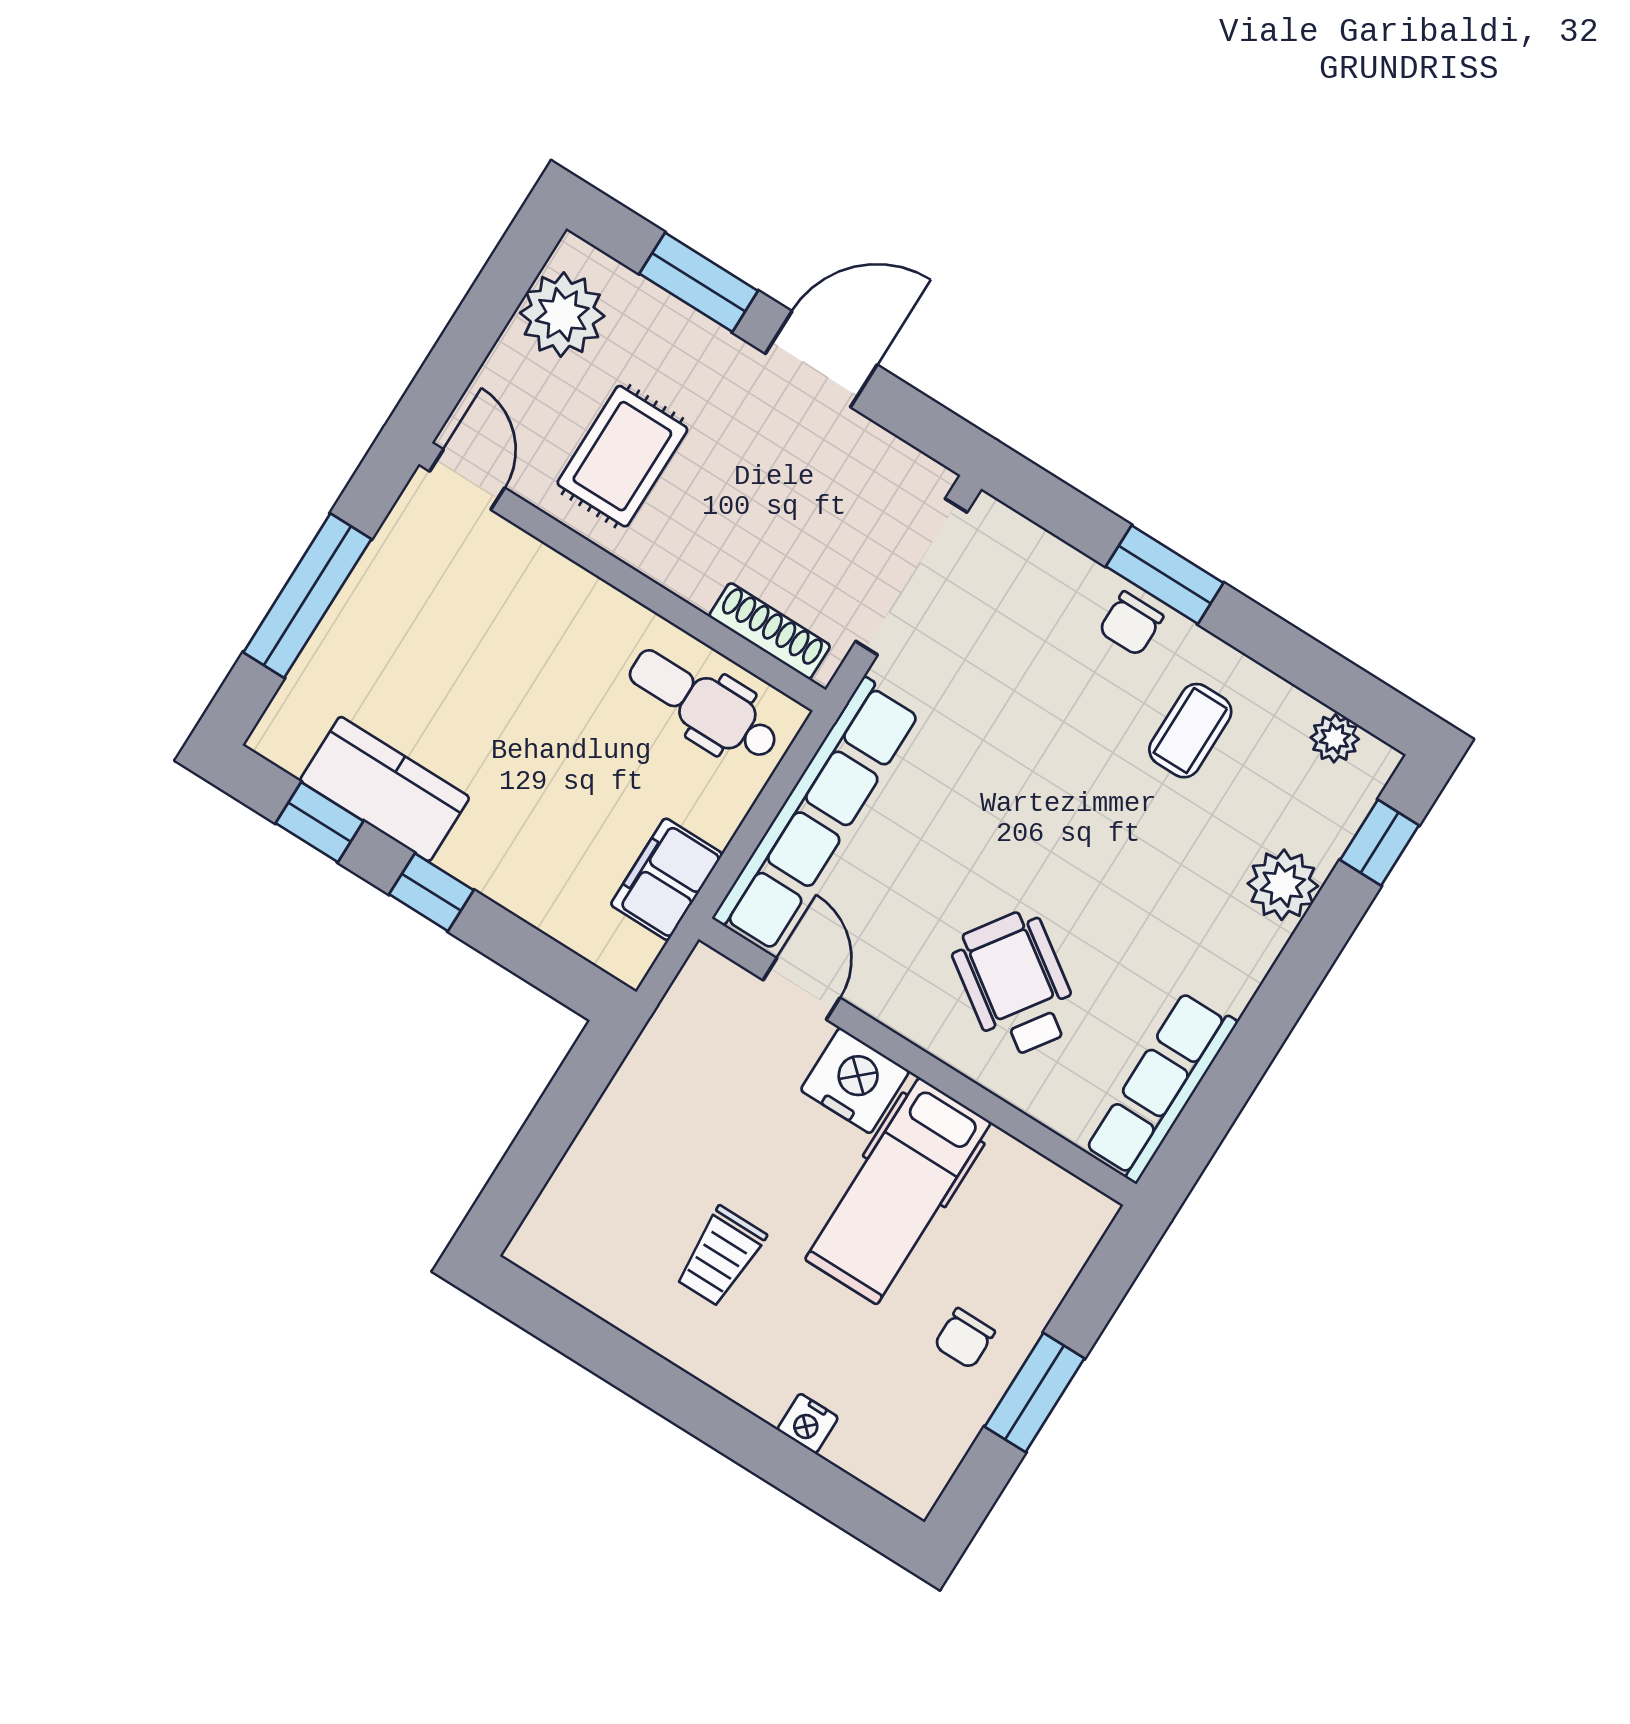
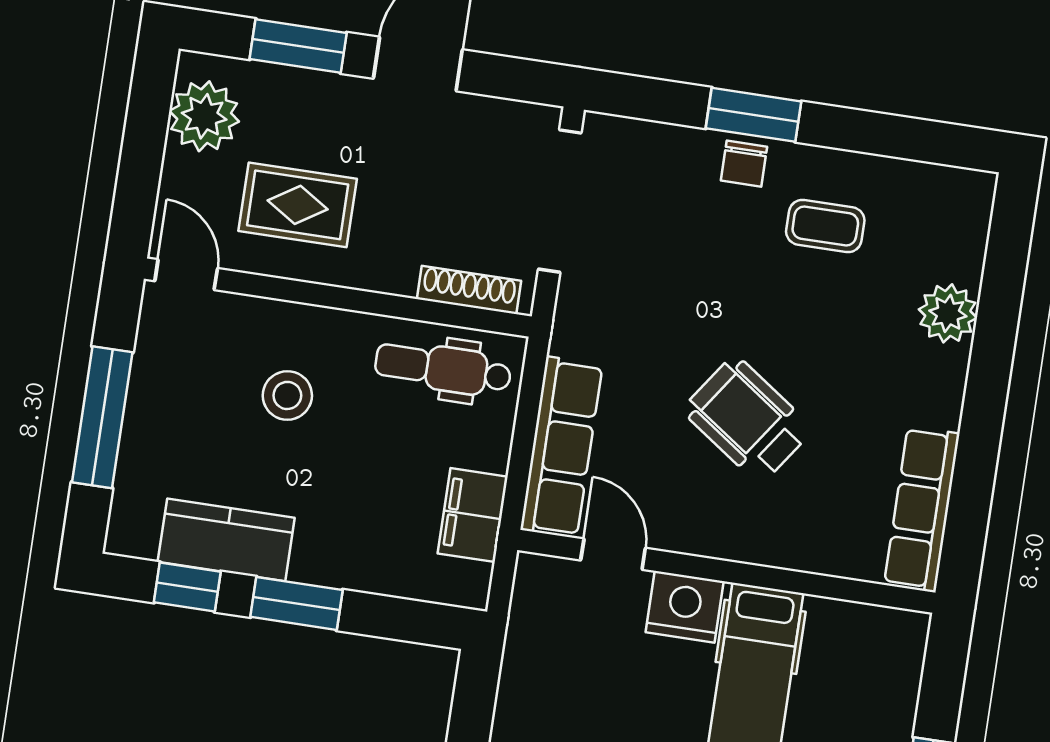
rug: (622, 456) -> (298, 205), turned 90
stool: (520, 660) -> (287, 395), added
coffee table: (1190, 731) -> (825, 226), turned 90
plant: (1335, 738) -> (939, 184), removed
row of seats: (816, 815) -> (562, 447), width x0.73
window: (1379, 843) -> (1008, 249), removed
window: (431, 892) -> (296, 603), width x1.50
wheelchair: (1016, 984) -> (747, 420), moved

